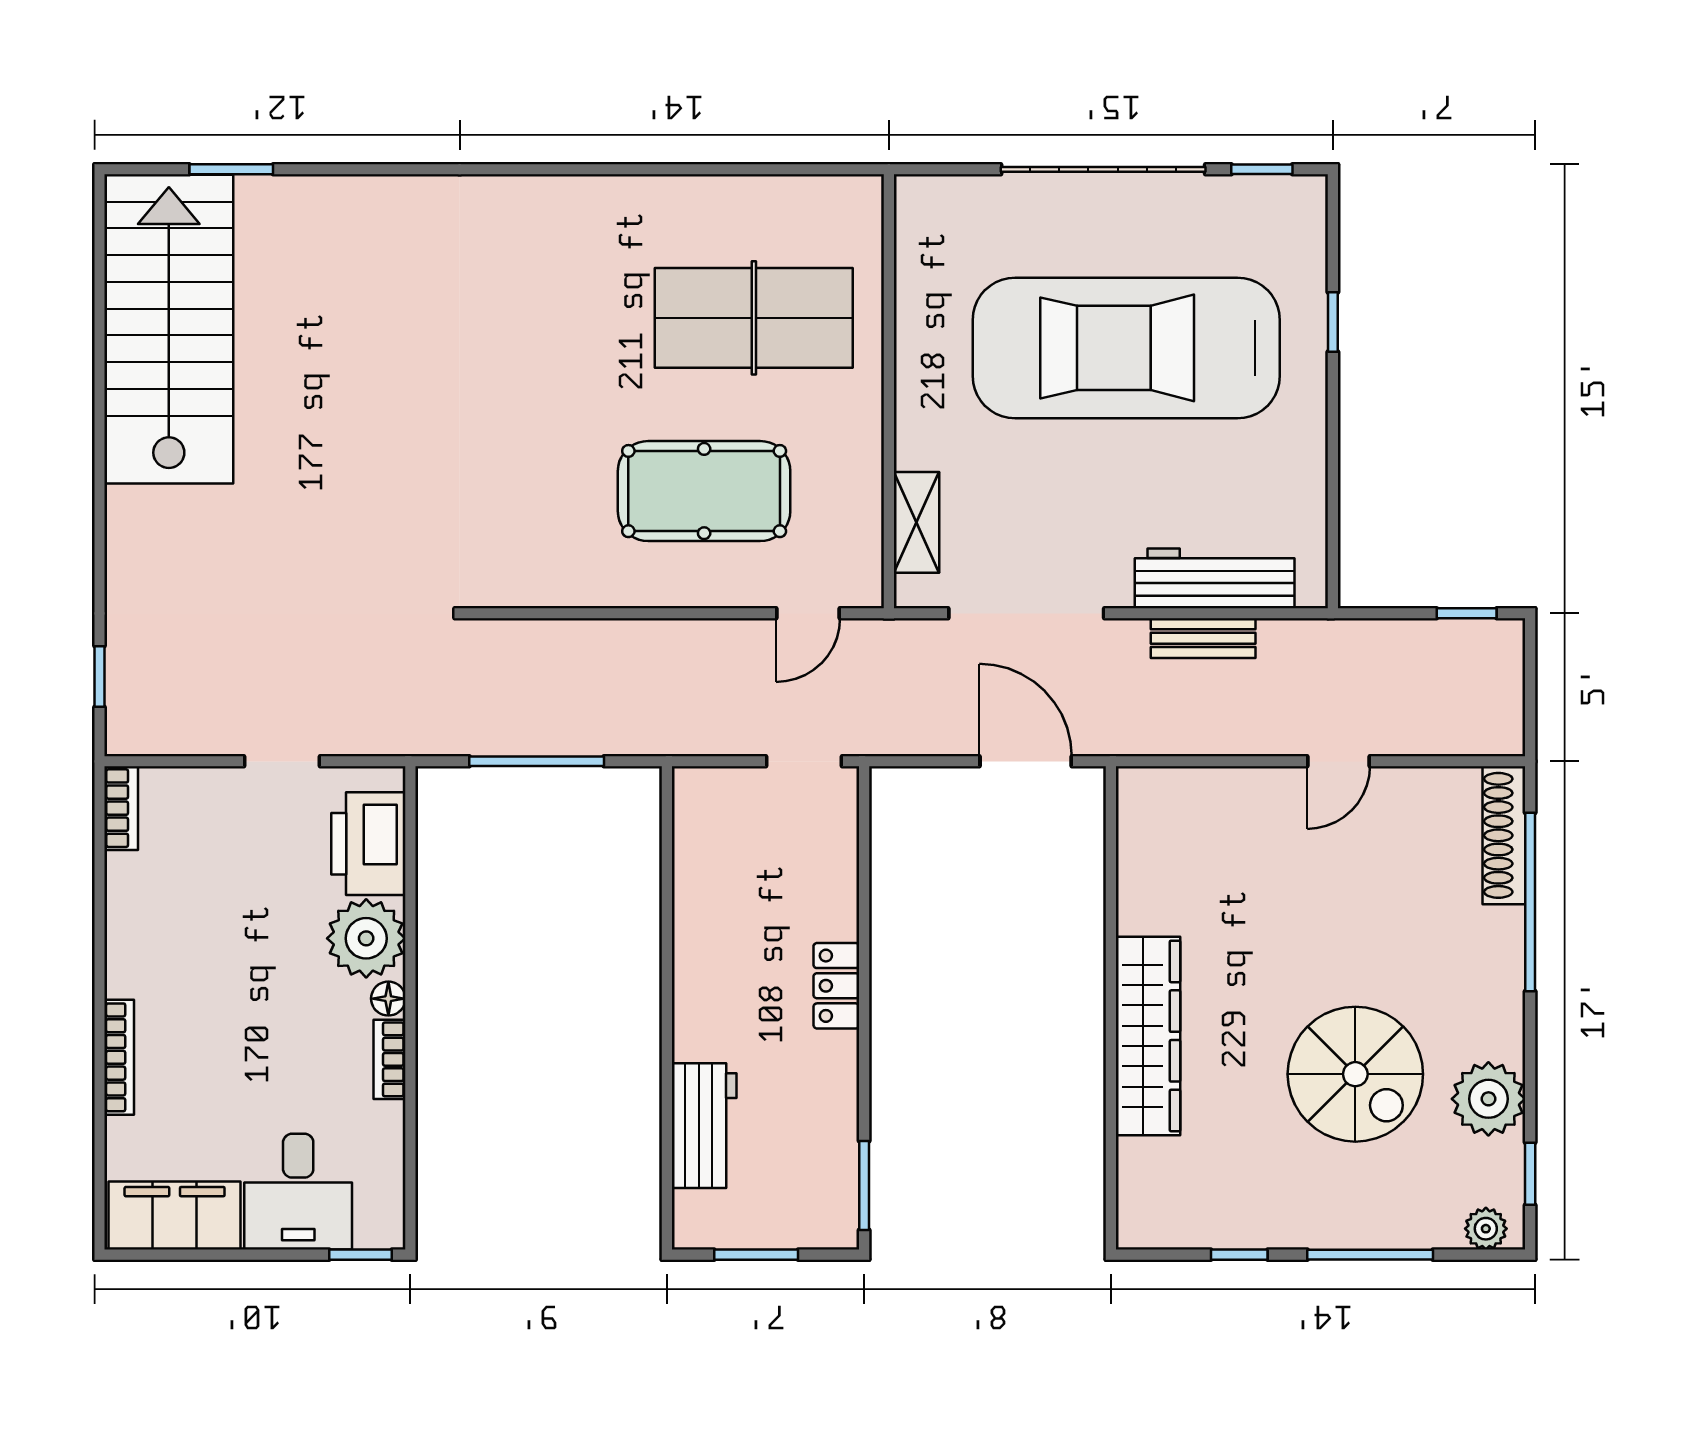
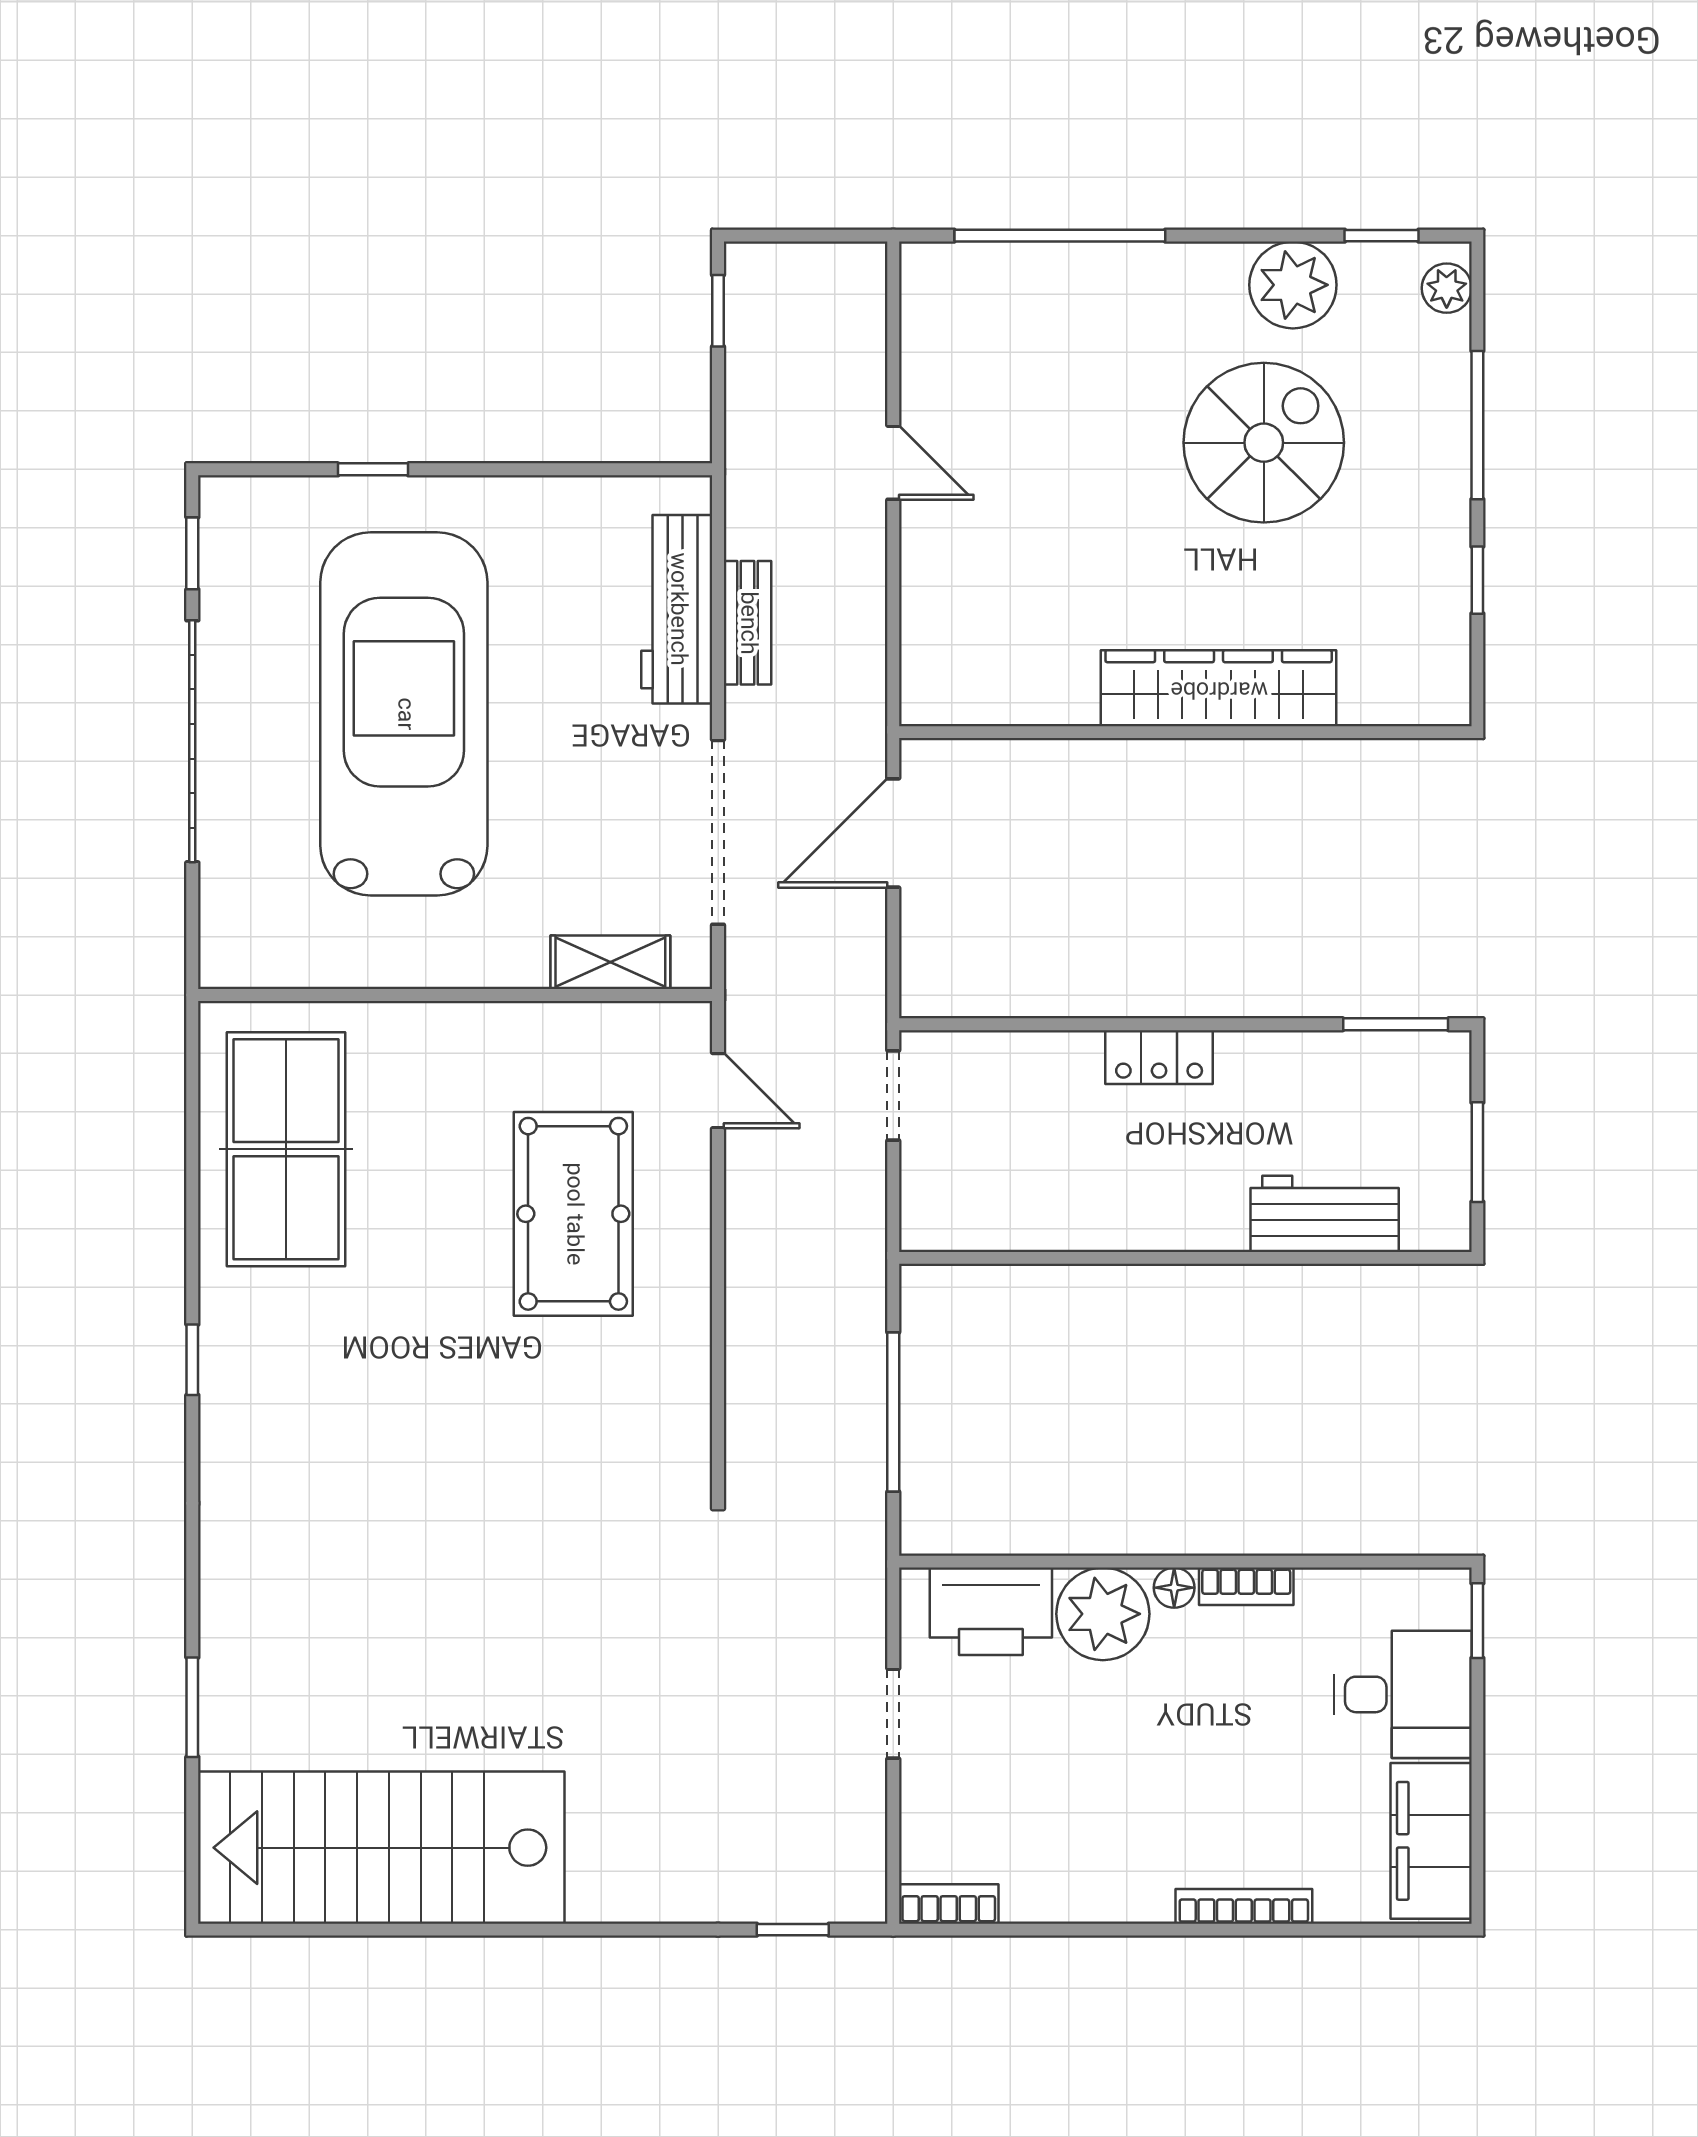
window: (231, 169) -> (192, 1707), moved
window: (581, 169) -> (192, 1360), added
table tennis table: (754, 318) -> (286, 1149), moved
car: (1126, 348) -> (404, 714), turned 180
shoe rack: (1504, 835) -> (981, 267), removed

